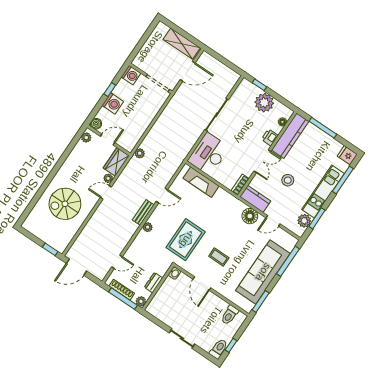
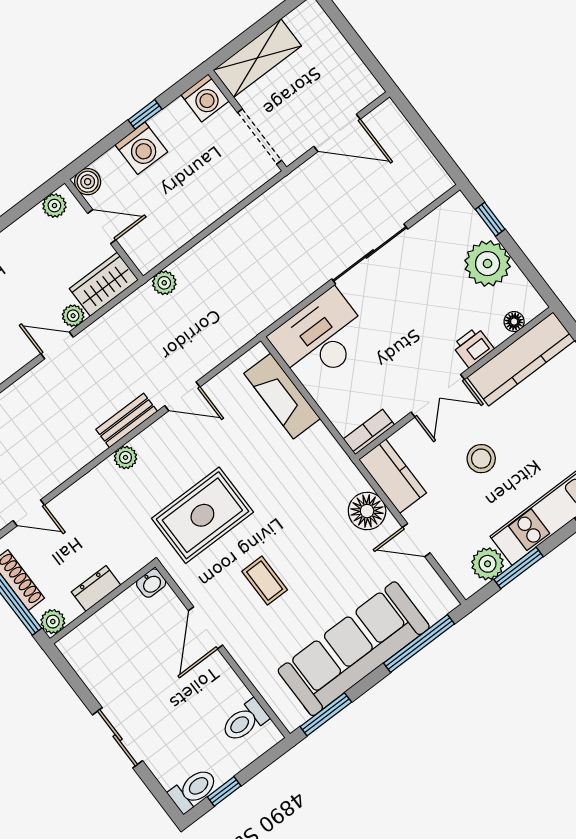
shelving: (182, 44) -> (257, 58), moved, turned 90

